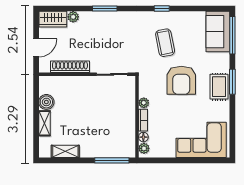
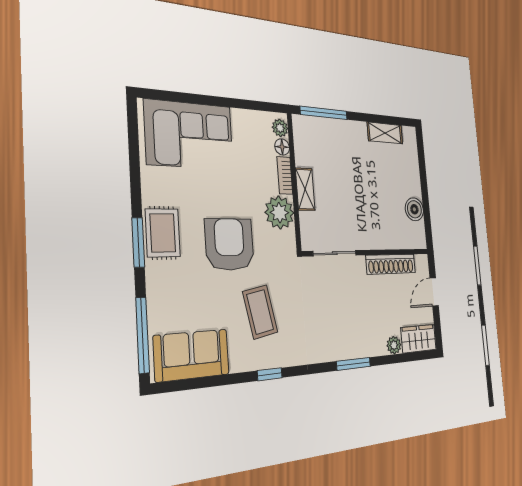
sofa: (218, 32) -> (192, 355), moved, turned -90
plant: (144, 103) -> (279, 213), width x1.88, depth x1.88
shelving: (44, 123) -> (305, 189), moved

